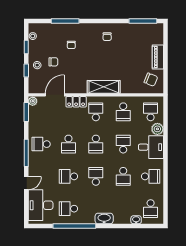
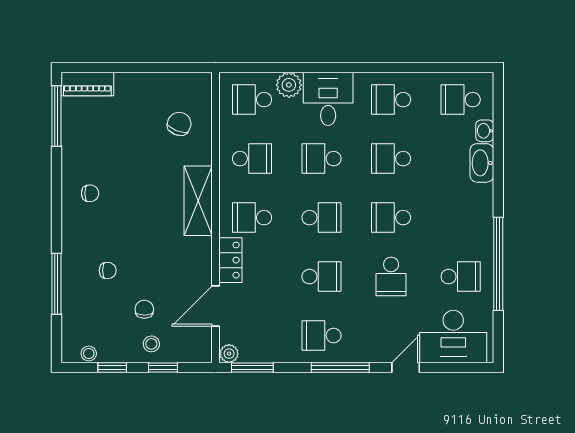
piano: (158, 57) -> (87, 84), moved
chair: (151, 80) -> (179, 124), moved
door: (55, 95) -> (216, 306), hinge flipped
school desk: (41, 144) -> (322, 336), turned 90
school desk: (123, 176) -> (391, 159), turned 180
school desk: (151, 176) -> (391, 100), turned -90
door: (26, 183) -> (406, 367), hinge flipped
school desk: (68, 209) -> (461, 277), turned -90
school desk: (151, 209) -> (461, 100), turned 180
washbasin: (104, 218) -> (482, 163), moved

